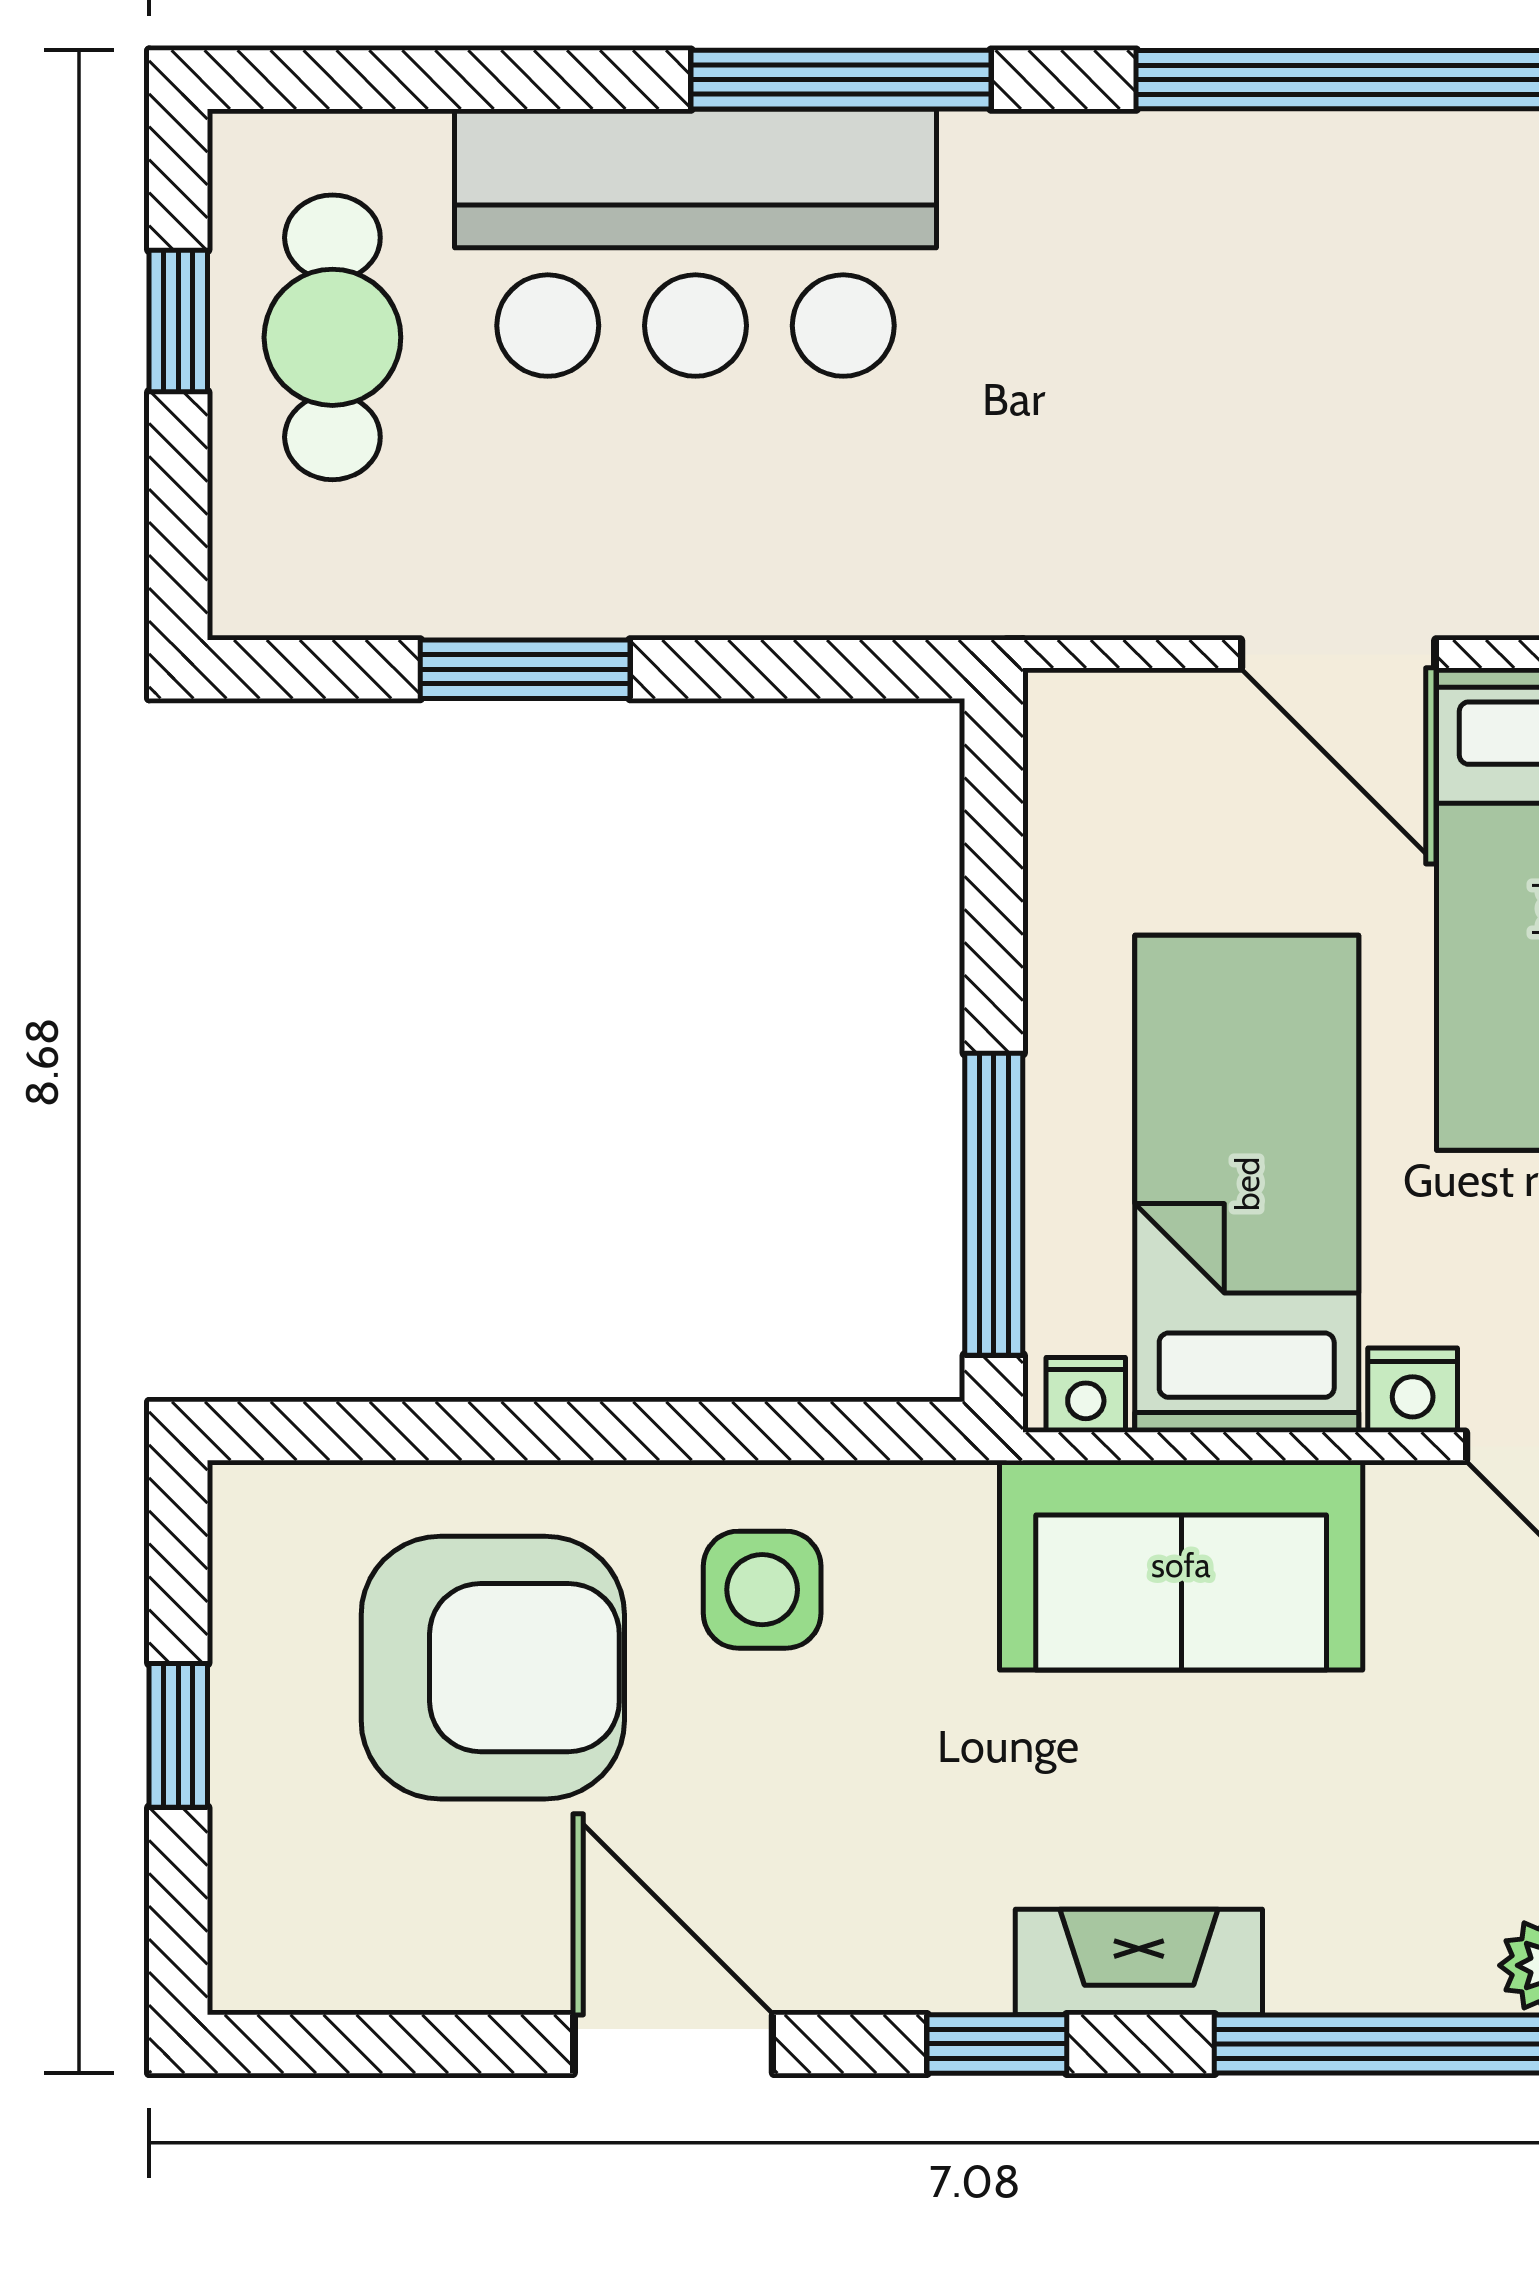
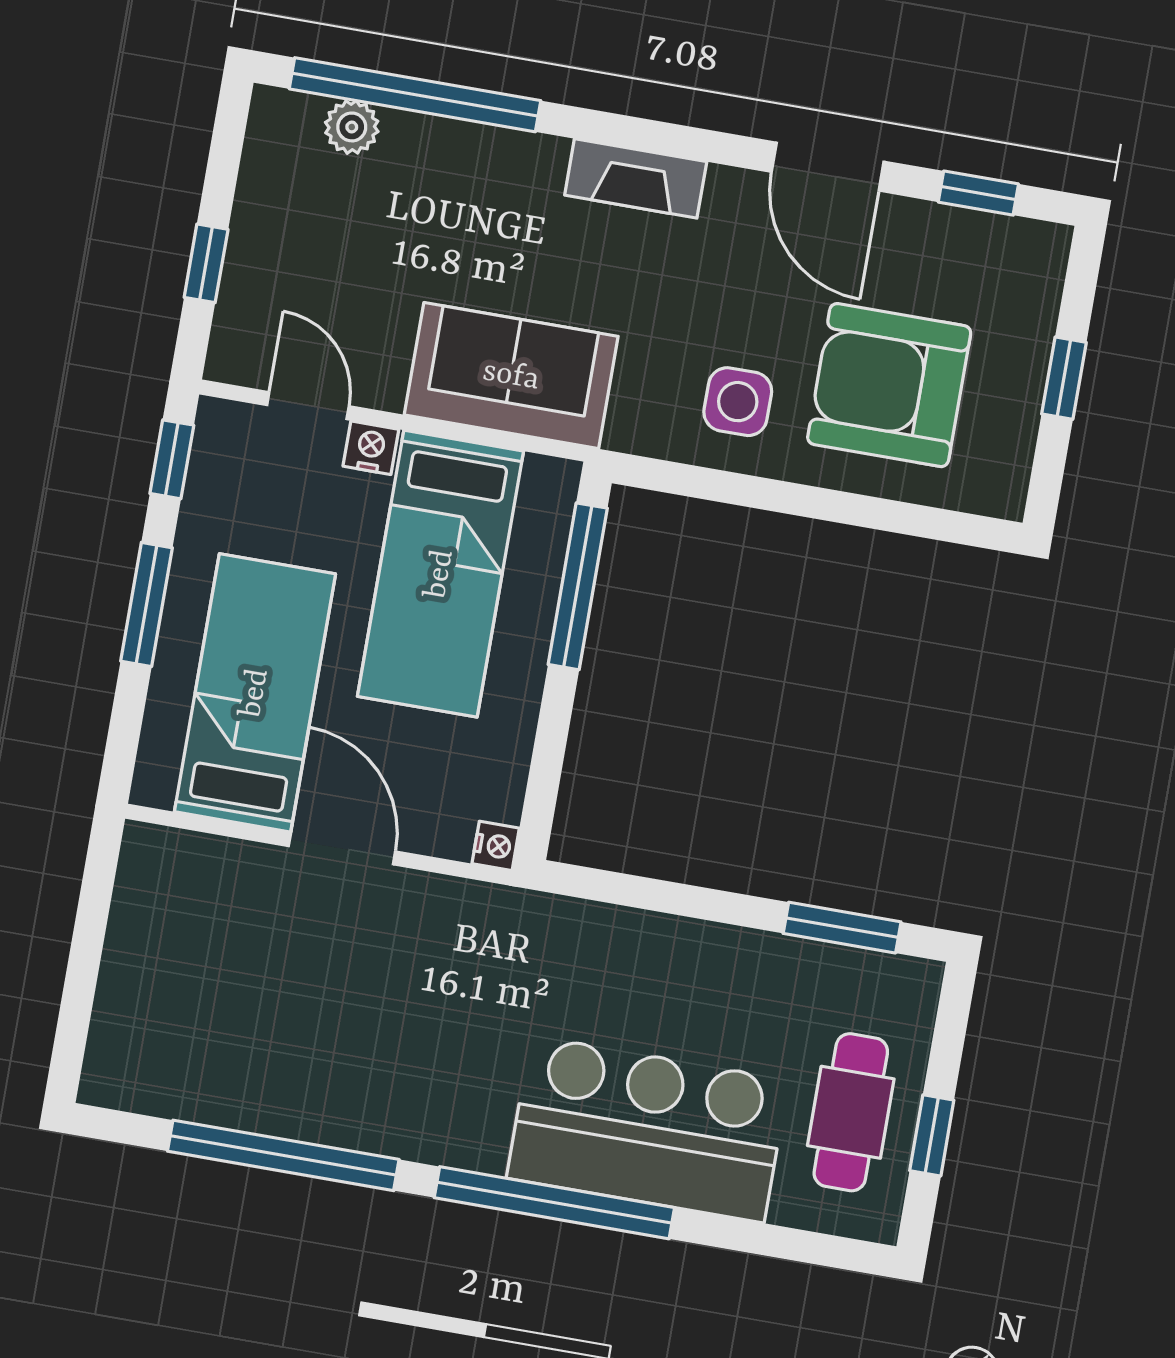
window: (841, 80) -> (554, 1203), width x1.46
window: (525, 669) -> (842, 928), moved
nightstand: (1086, 1395) -> (496, 846), moved, turned 90
fireplace: (1139, 1962) -> (636, 178), moved
window: (997, 2044) -> (978, 193), moved

